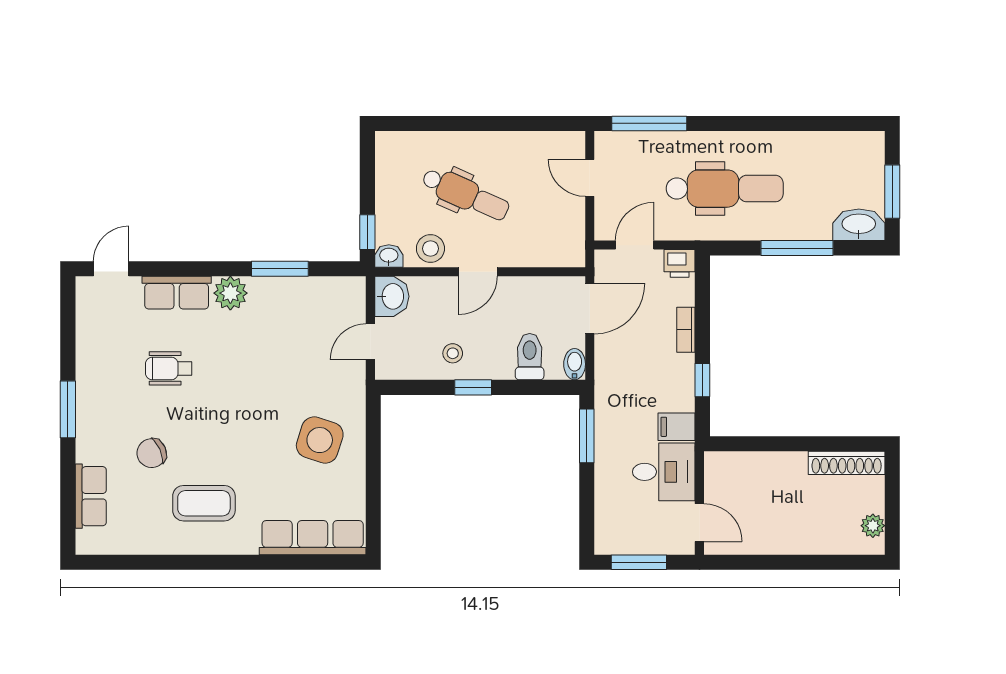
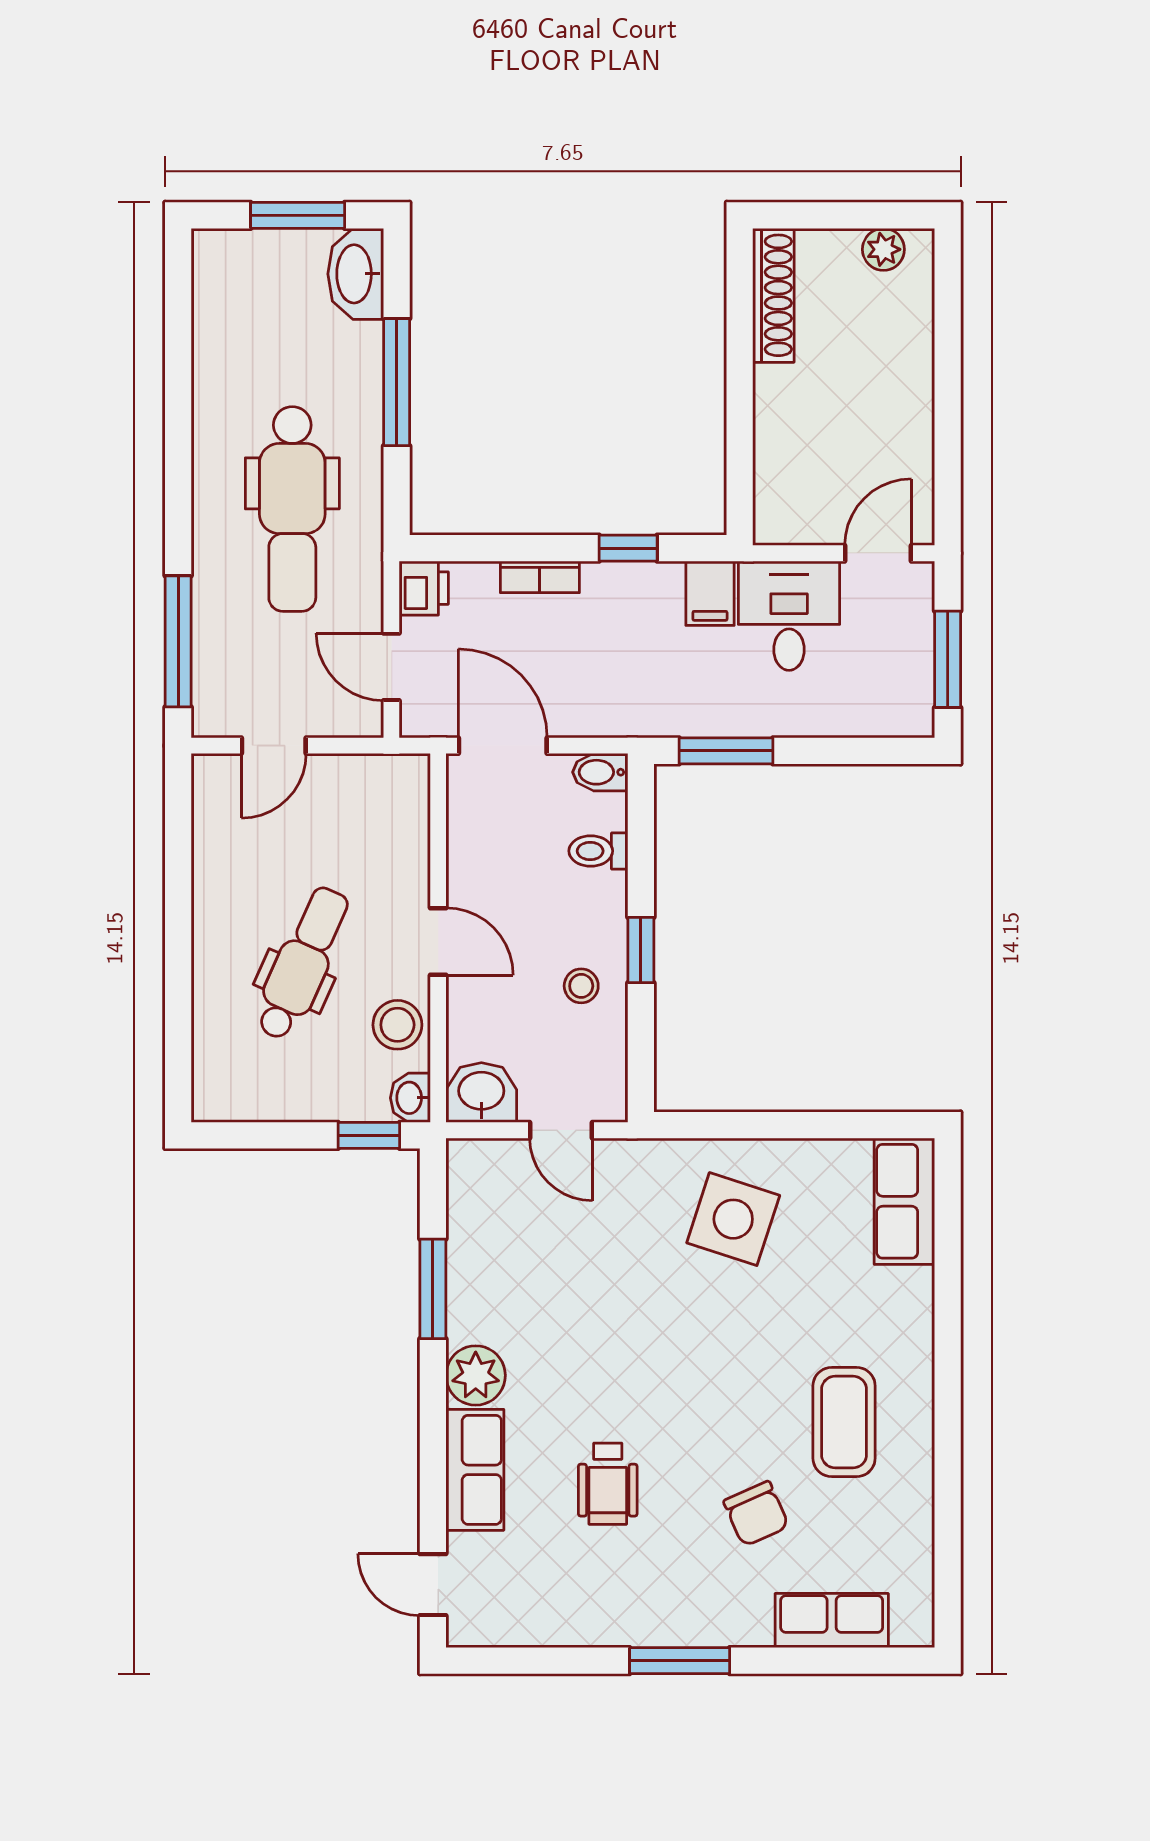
dental chair: (725, 189) -> (292, 509), turned 180
toilet: (530, 357) -> (598, 851), width x0.73, depth x0.72
row of seats: (313, 538) -> (904, 1201), width x0.68

